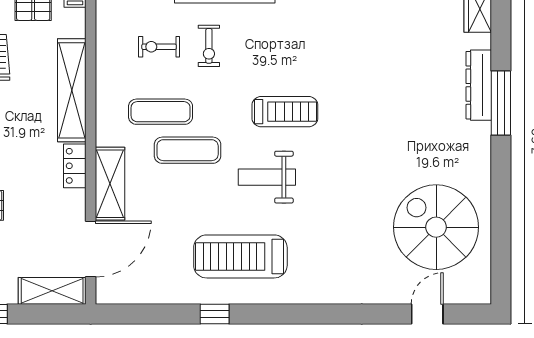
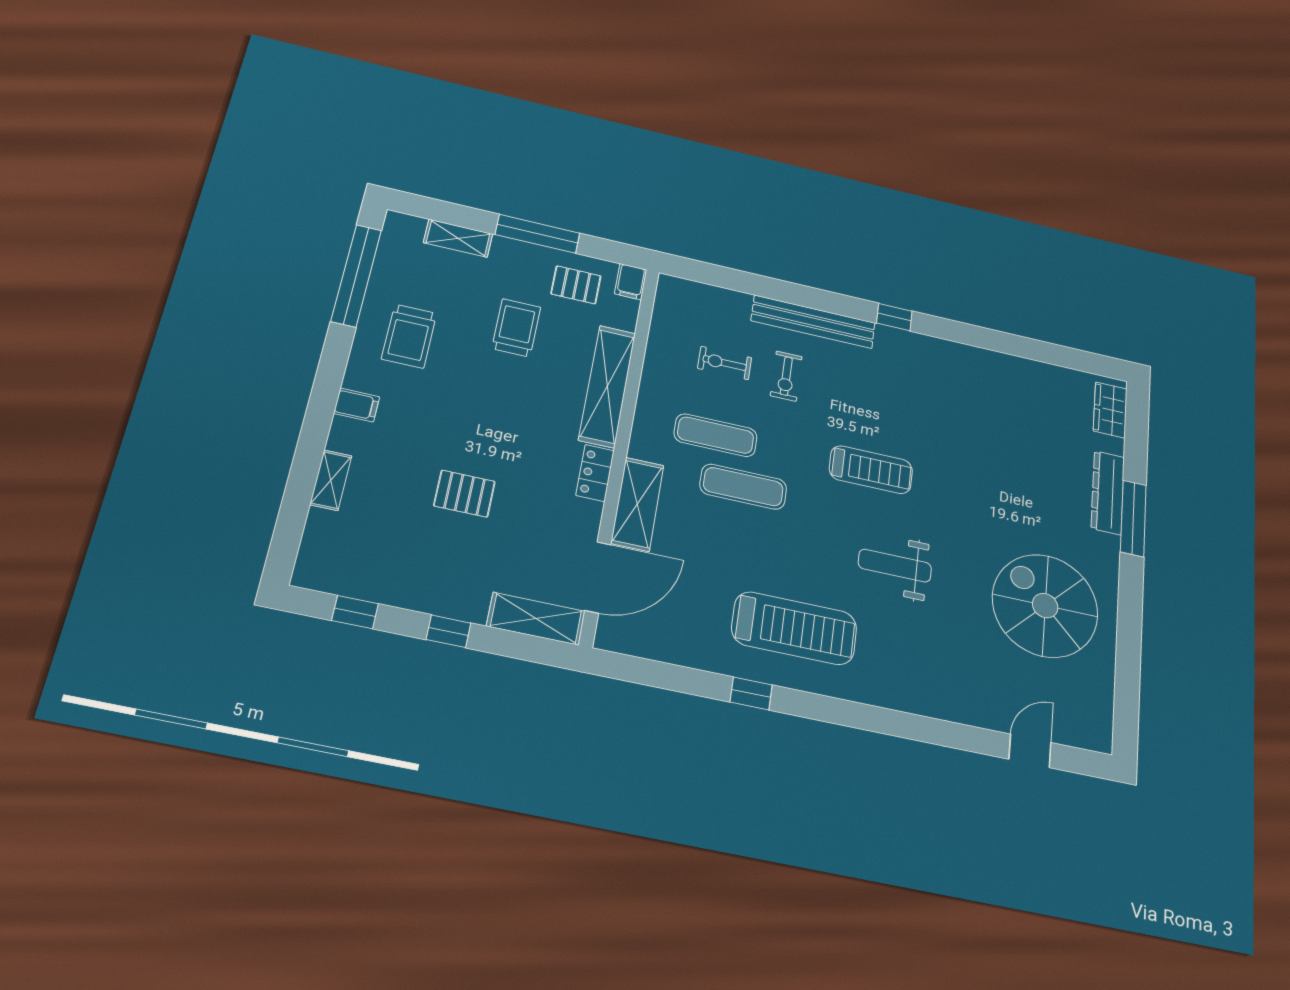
weight bench: (267, 177) -> (895, 566), moved
spiral stairs: (436, 227) -> (1045, 606), moved
treadmill: (240, 256) -> (794, 628), turned 180

